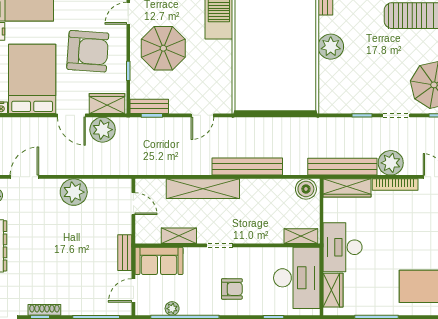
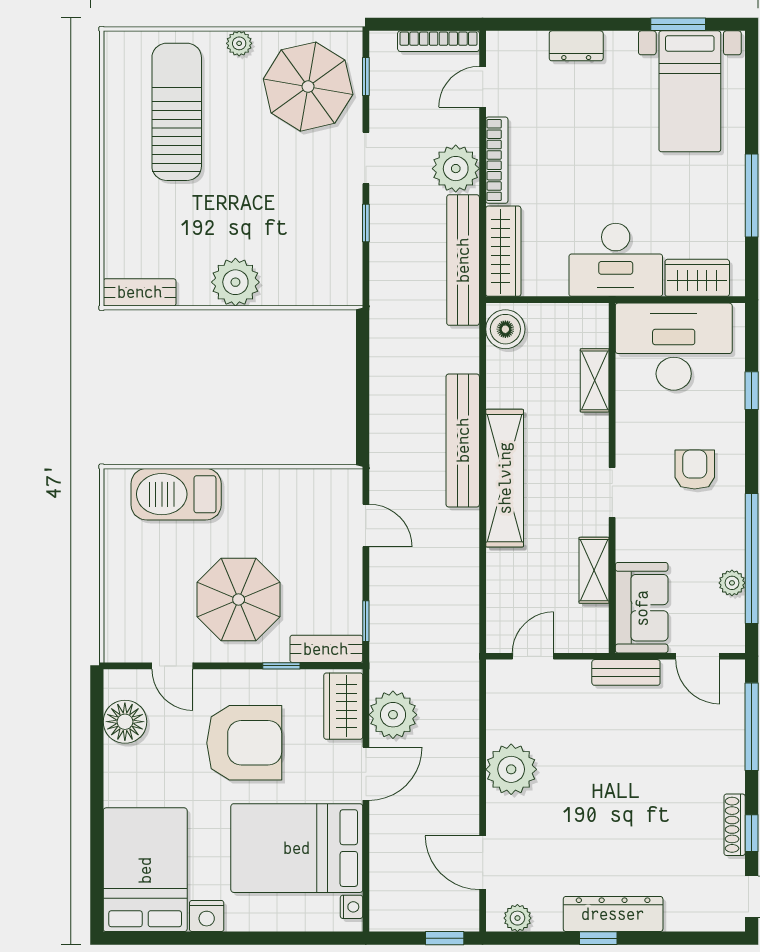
armchair: (88, 51) -> (244, 743), turned 86
bench: (149, 106) -> (326, 649), moved, turned 90
shelving: (203, 189) -> (505, 478), moved
shelving: (301, 236) -> (595, 380), moved

